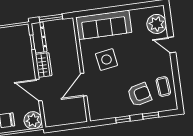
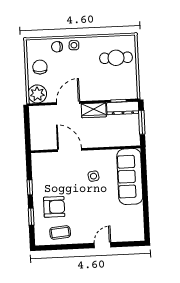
plant: (157, 24) -> (126, 231), removed
side table: (107, 60) -> (93, 176), width x0.54, depth x0.54
armchair: (139, 94) -> (54, 207), turned -76

